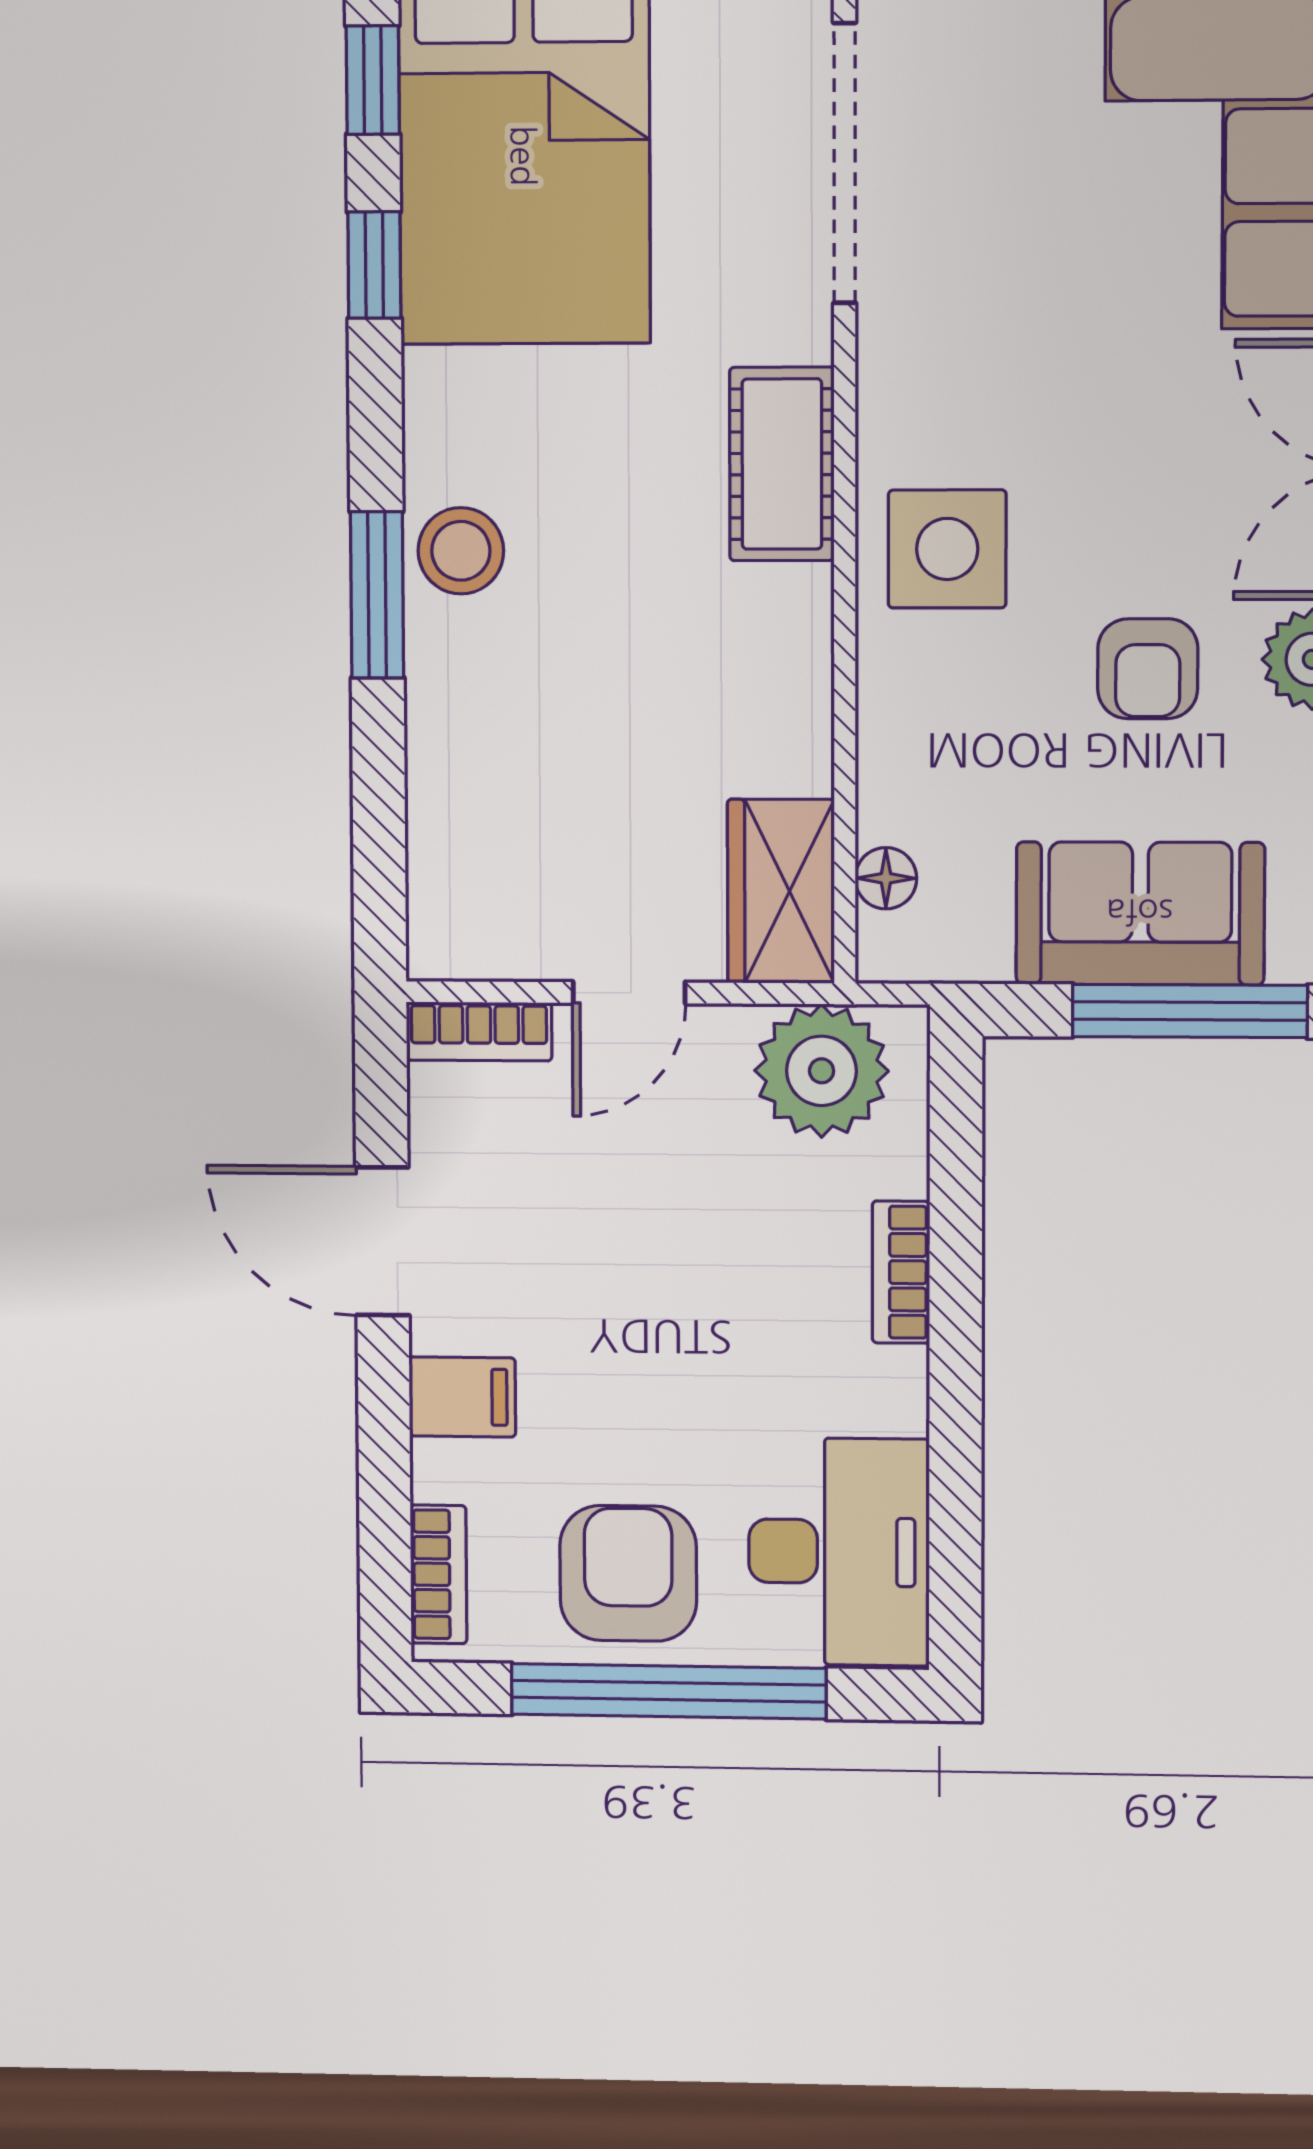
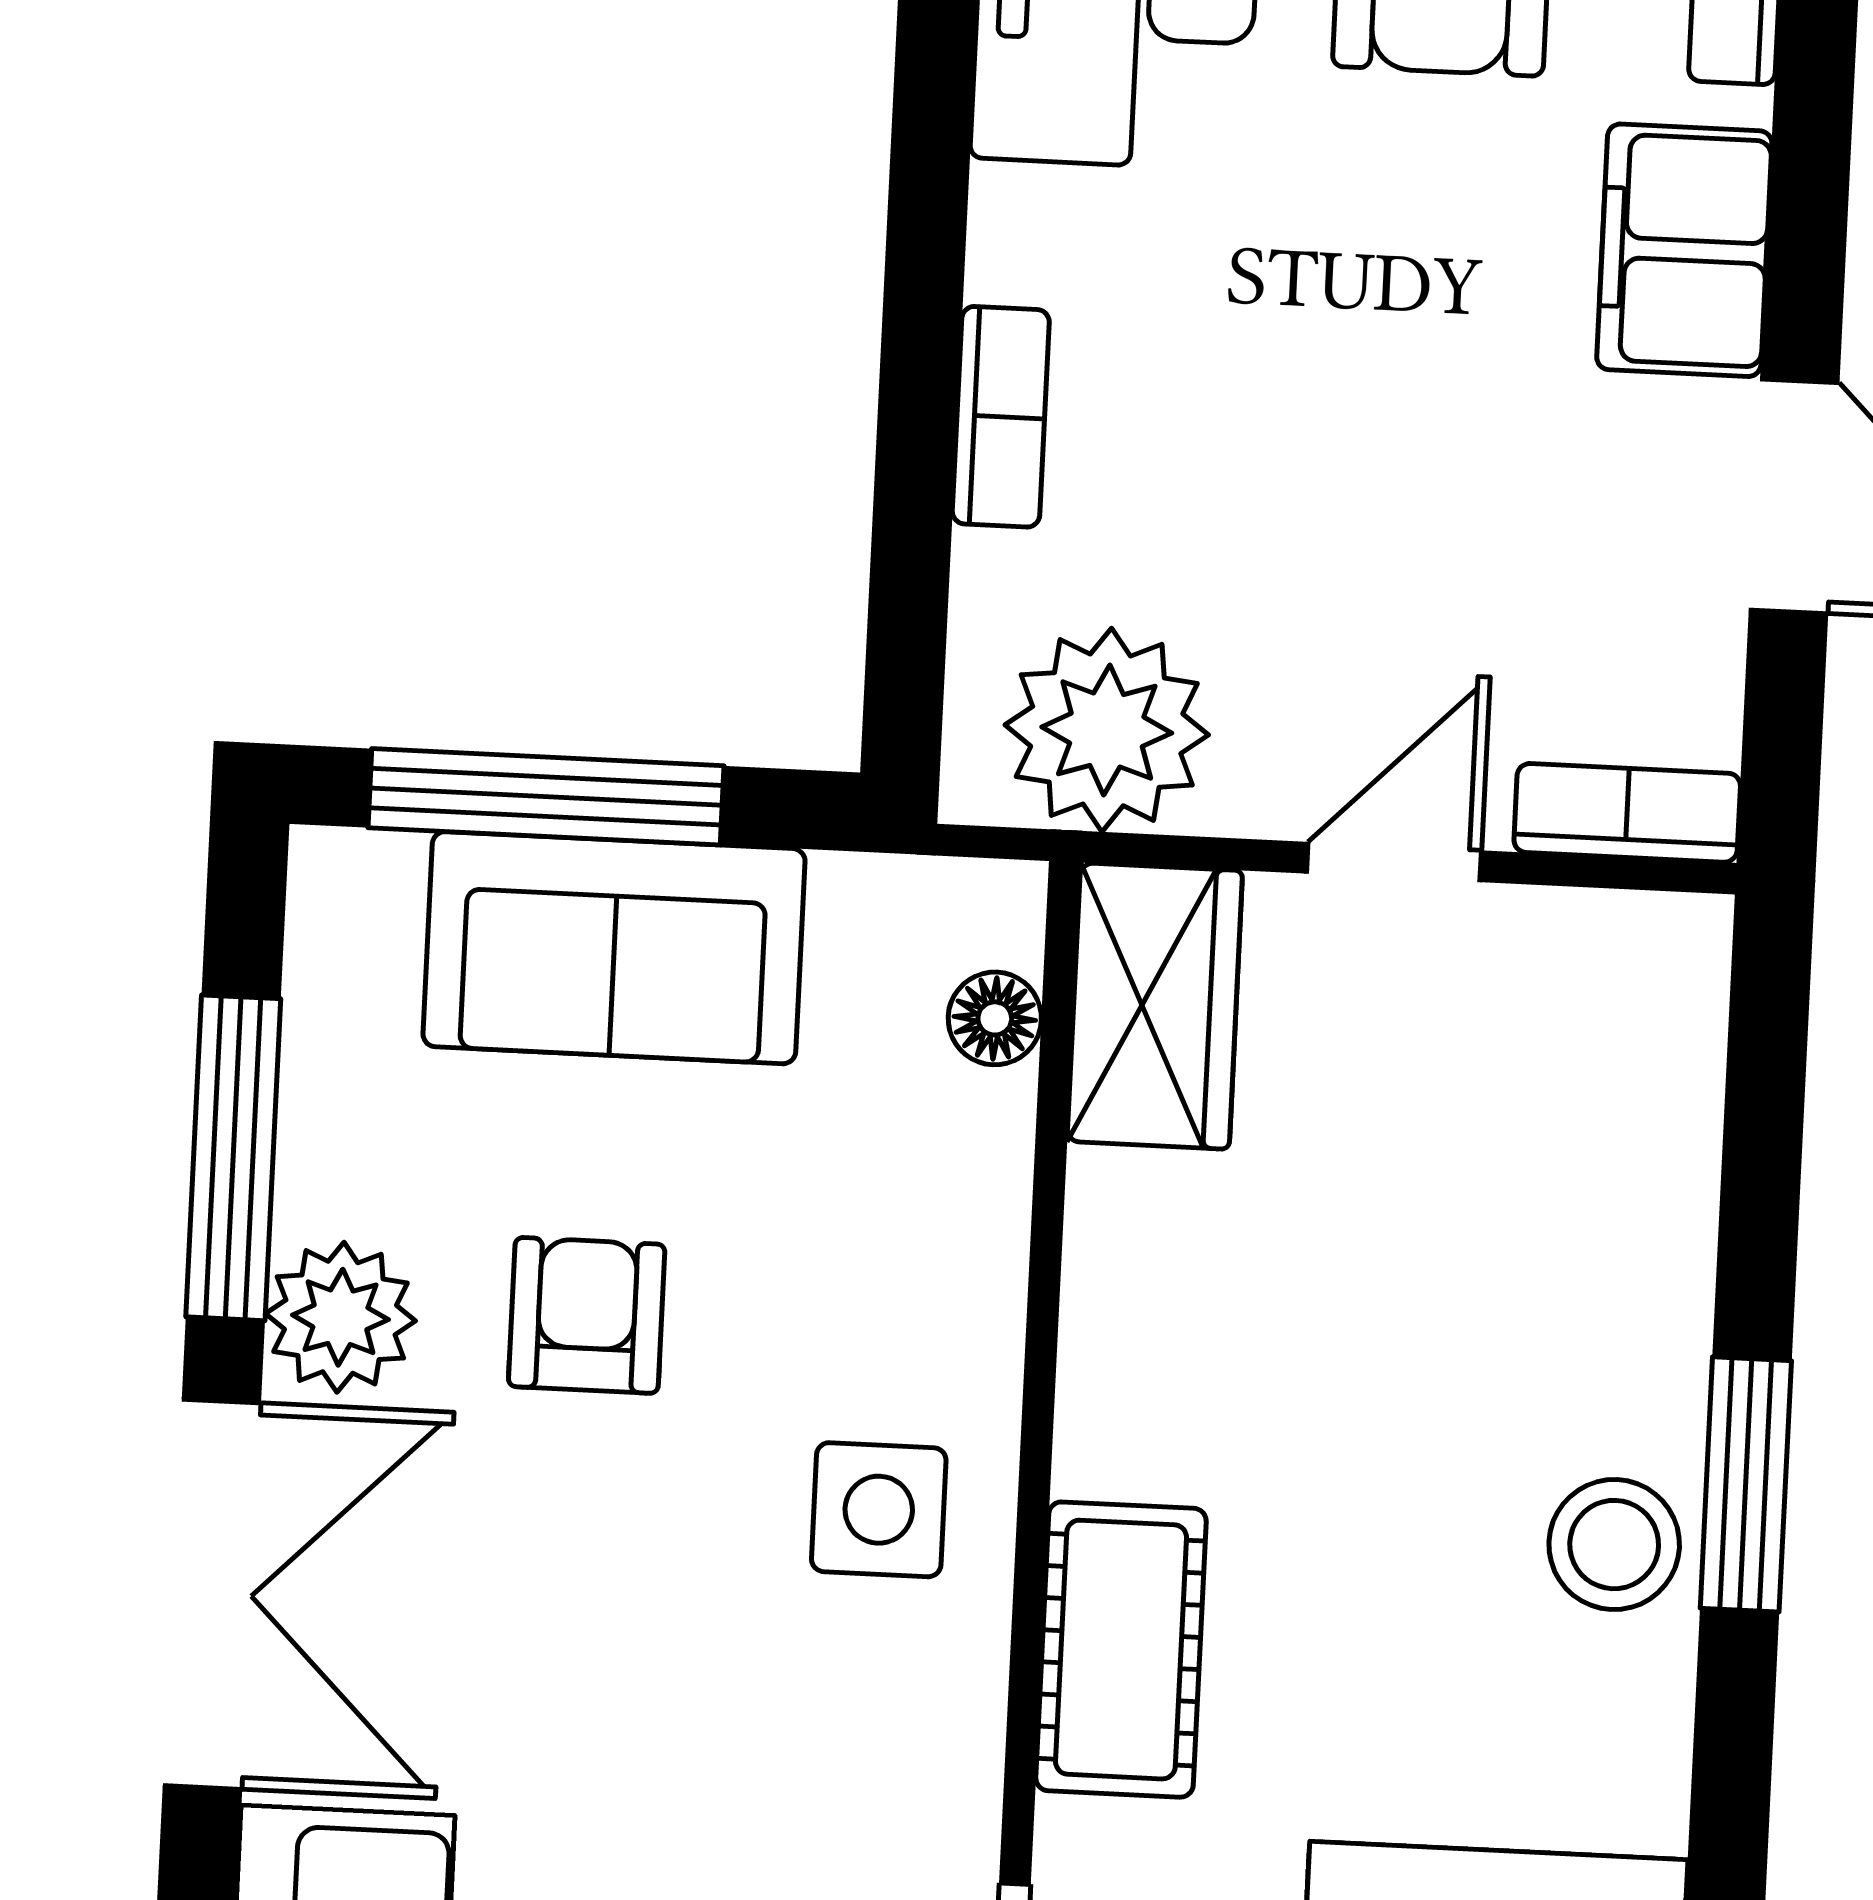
side table: (947, 549) -> (879, 1510), width x0.73, depth x0.73
filing cabinet: (462, 1397) -> (1684, 250), width x2.00

